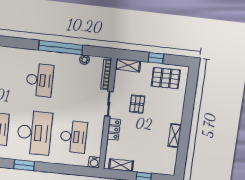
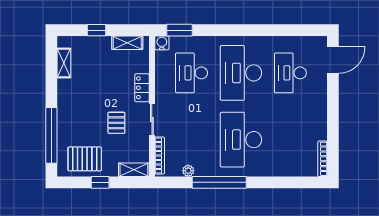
desk: (40, 80) -> (241, 140), width x1.36, depth x1.30
window: (189, 100) -> (51, 135), added
shelving: (175, 136) -> (64, 63), moved
window: (24, 165) -> (180, 30), moved

